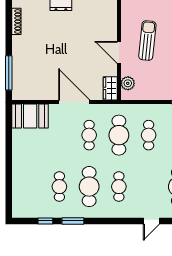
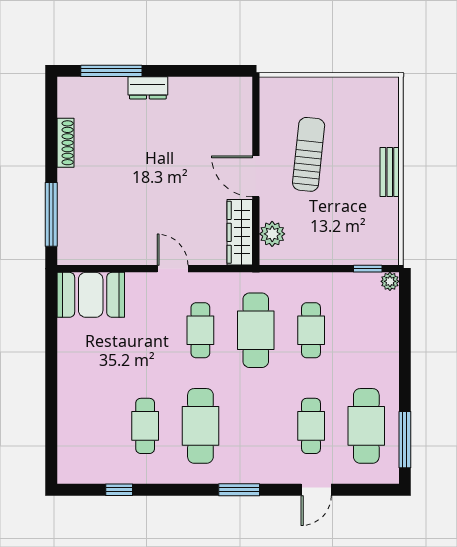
shoe rack: (16, 21) -> (65, 143), moved
wardrobe: (110, 88) -> (240, 232), width x1.50
door: (74, 102) -> (173, 269), width x0.53
cafe table: (119, 187) -> (311, 426), moved
window: (73, 221) -> (239, 490), moved

